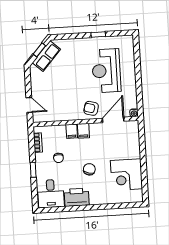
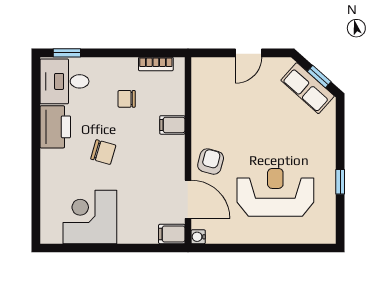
door: (29, 105) -> (249, 53), moved
filing cabinet: (83, 131) -> (172, 234), moved
window: (33, 170) -> (67, 53), moved

